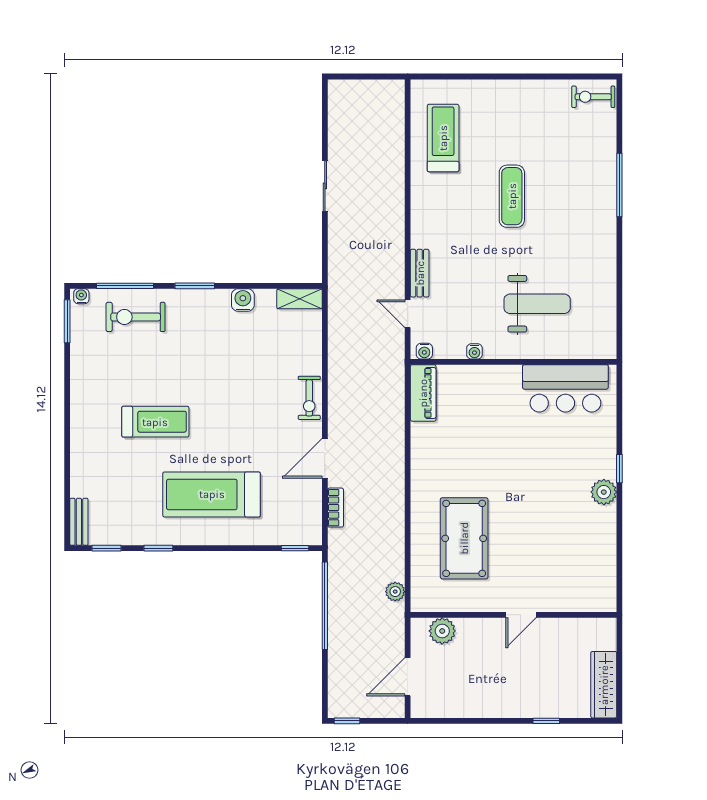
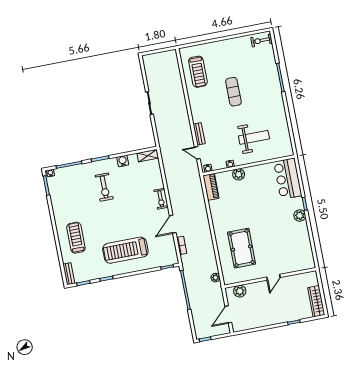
treadmill: (443, 138) -> (198, 72), turned 180
exercise bike: (136, 317) -> (104, 187), moved, turned -90
plant: (488, 377) -> (239, 174), added
bar counter: (565, 388) -> (288, 179), moved, turned 90
treadmill: (155, 422) -> (76, 238), moved, turned -90

